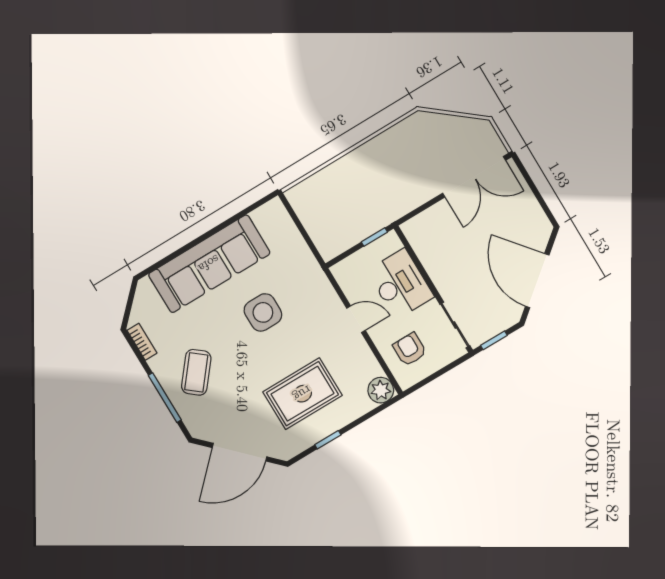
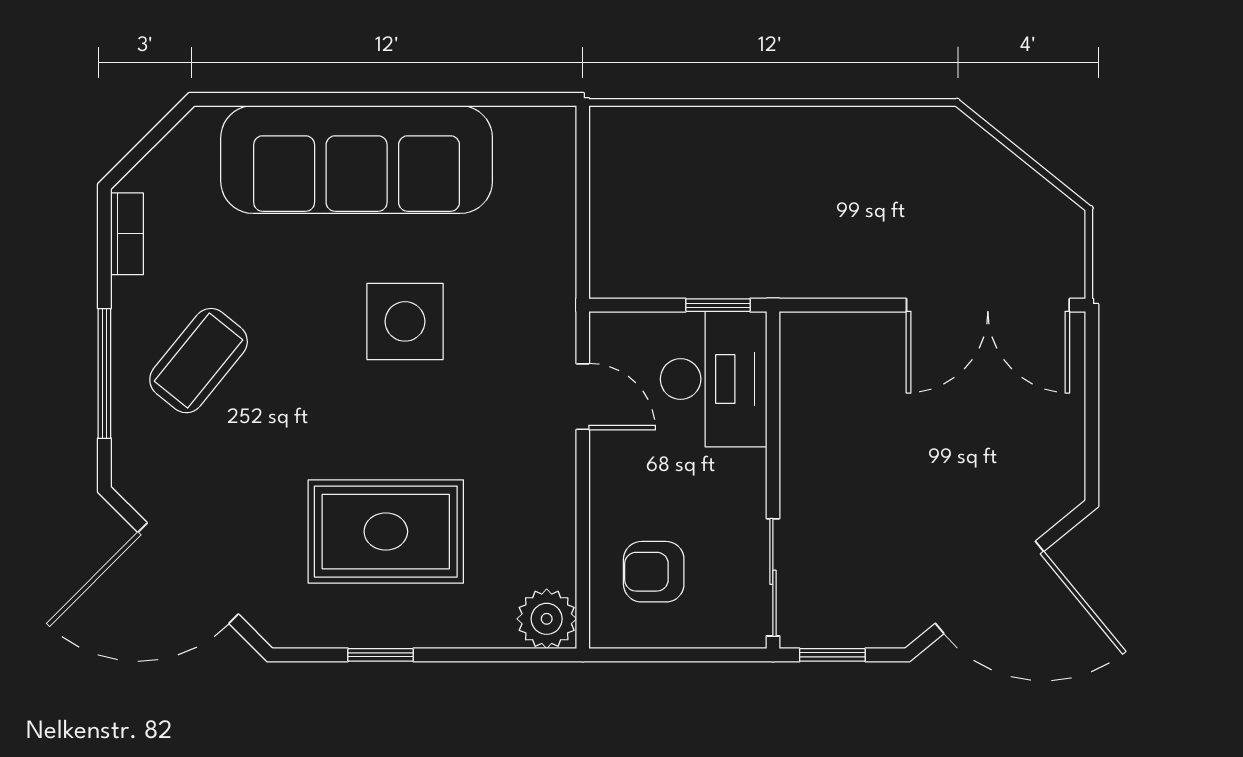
door: (537, 281) -> (990, 587), swing flipped
desk: (400, 284) -> (714, 379), moved
door: (356, 319) -> (583, 397), moved
armchair: (410, 349) -> (654, 572), turned -90

